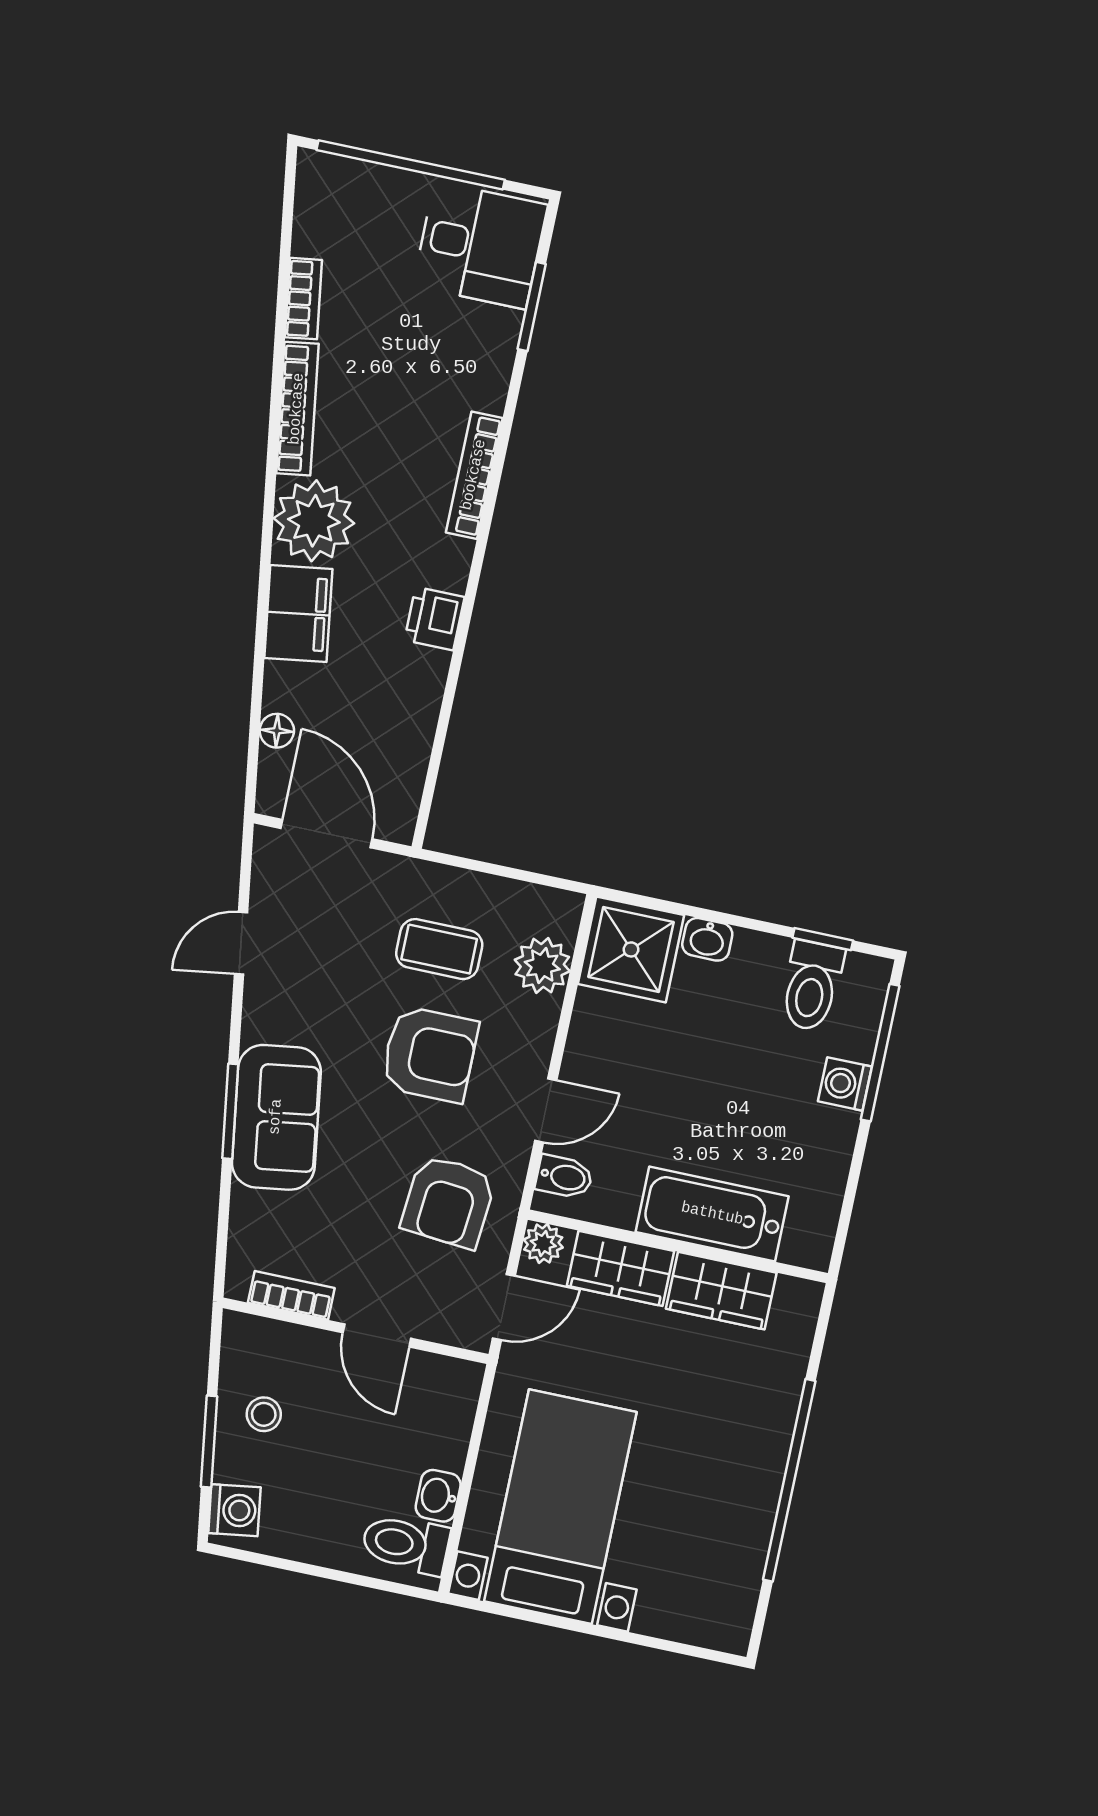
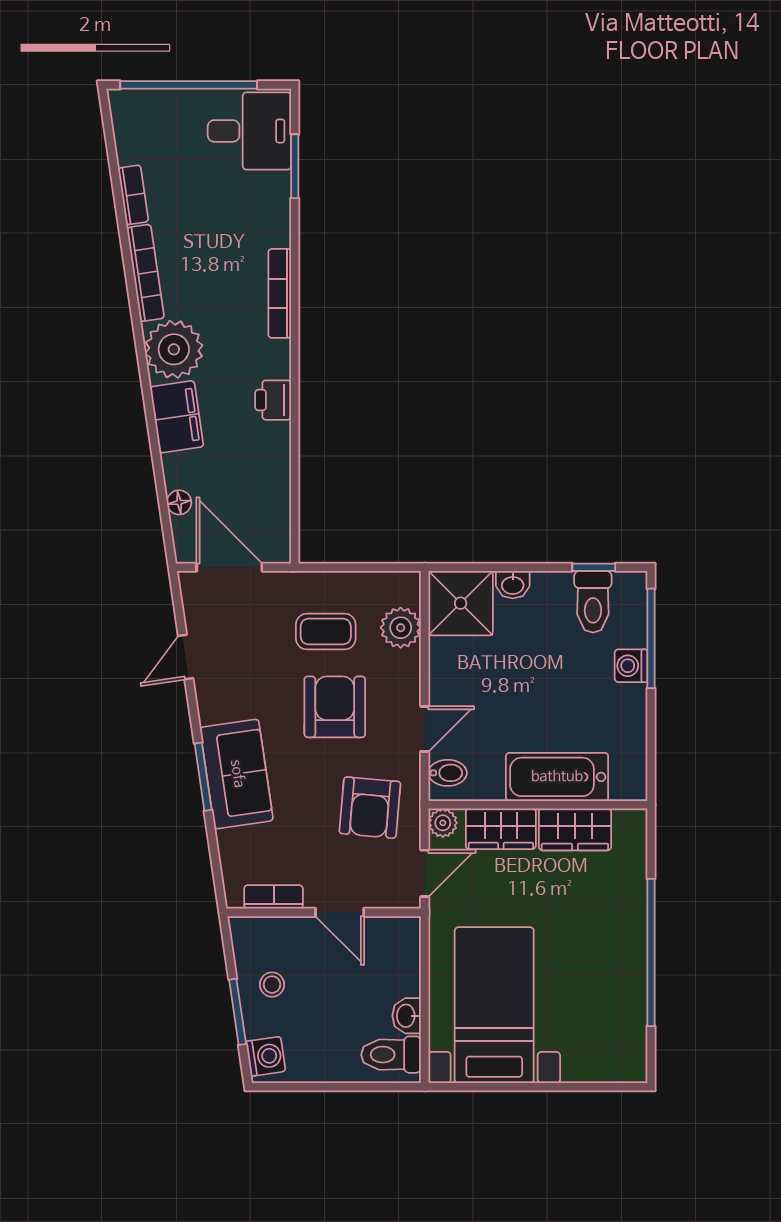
armchair: (430, 1054) -> (335, 707), turned -90

